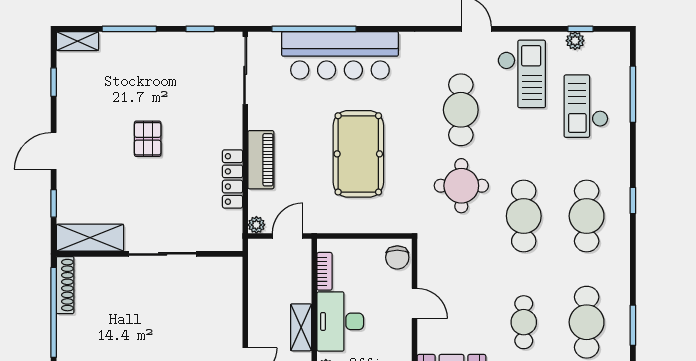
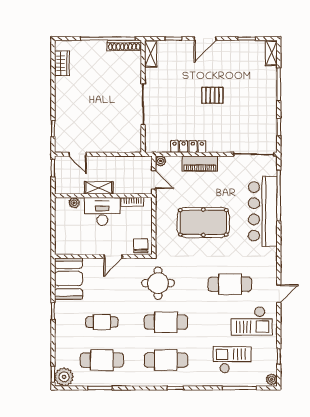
plant: (575, 41) -> (272, 379), moved
door: (54, 151) -> (205, 39), swing flipped
round table: (461, 186) -> (158, 283), moved
shelving: (90, 238) -> (151, 54), width x0.67, depth x0.75
chair: (397, 257) -> (141, 246), turned 90

